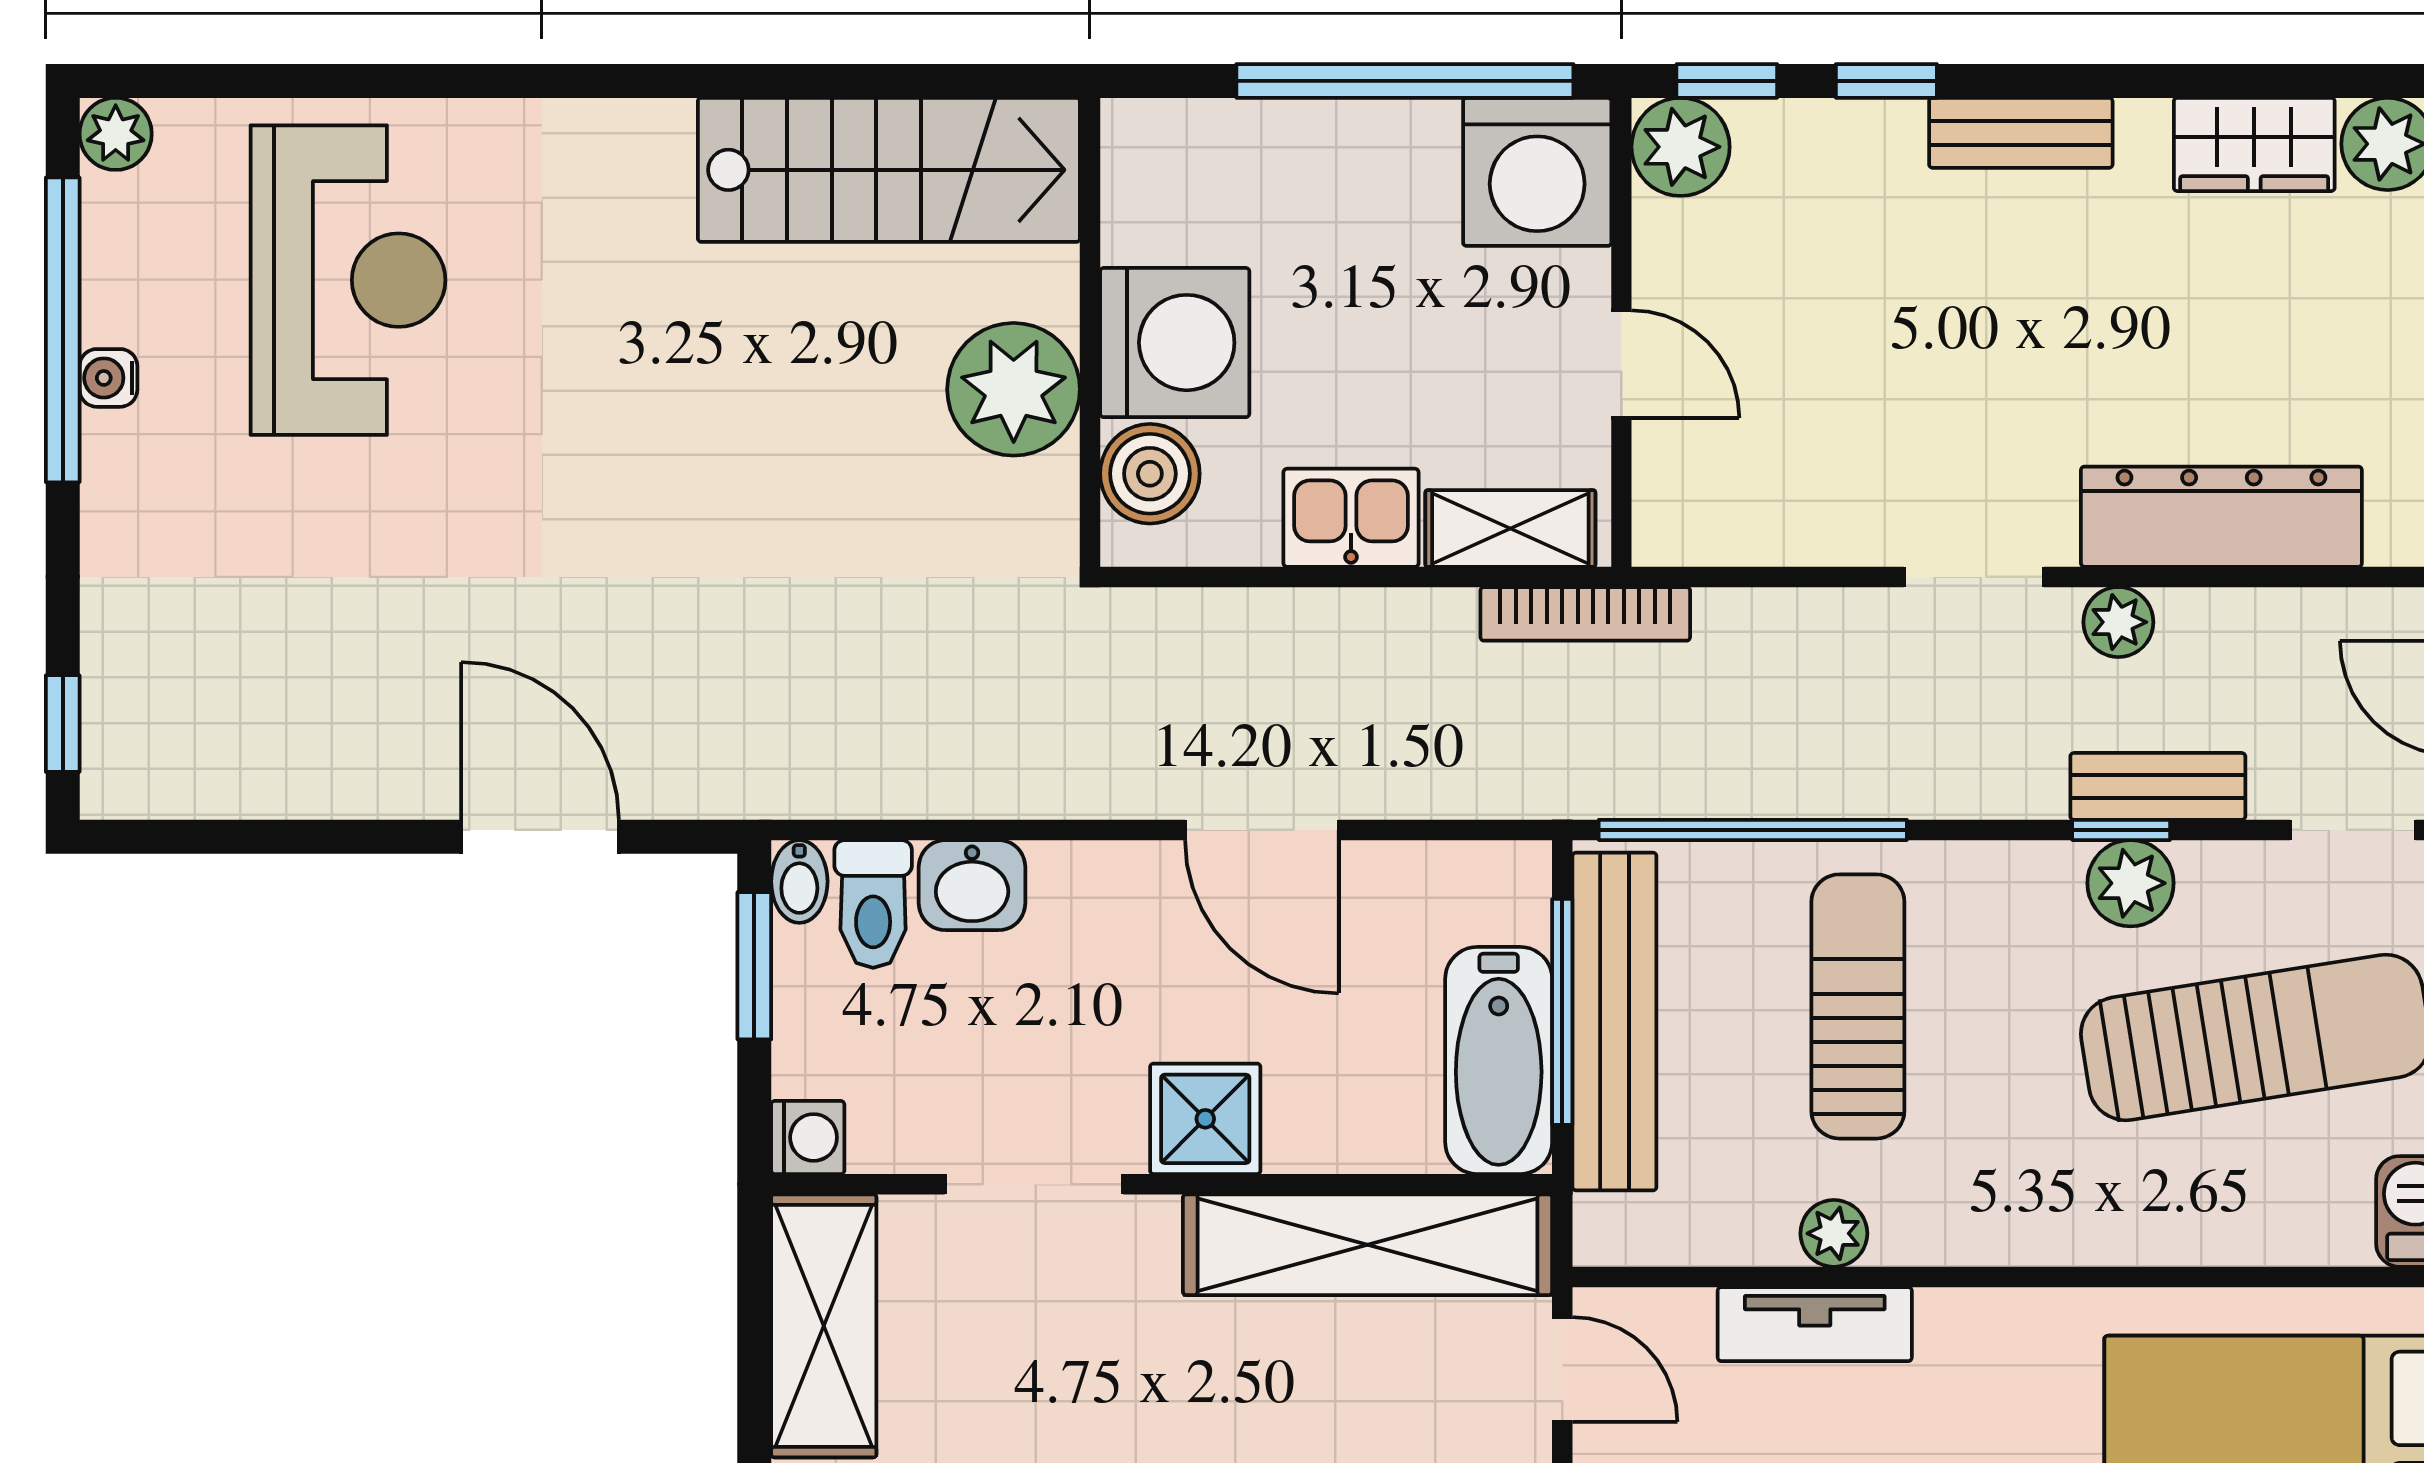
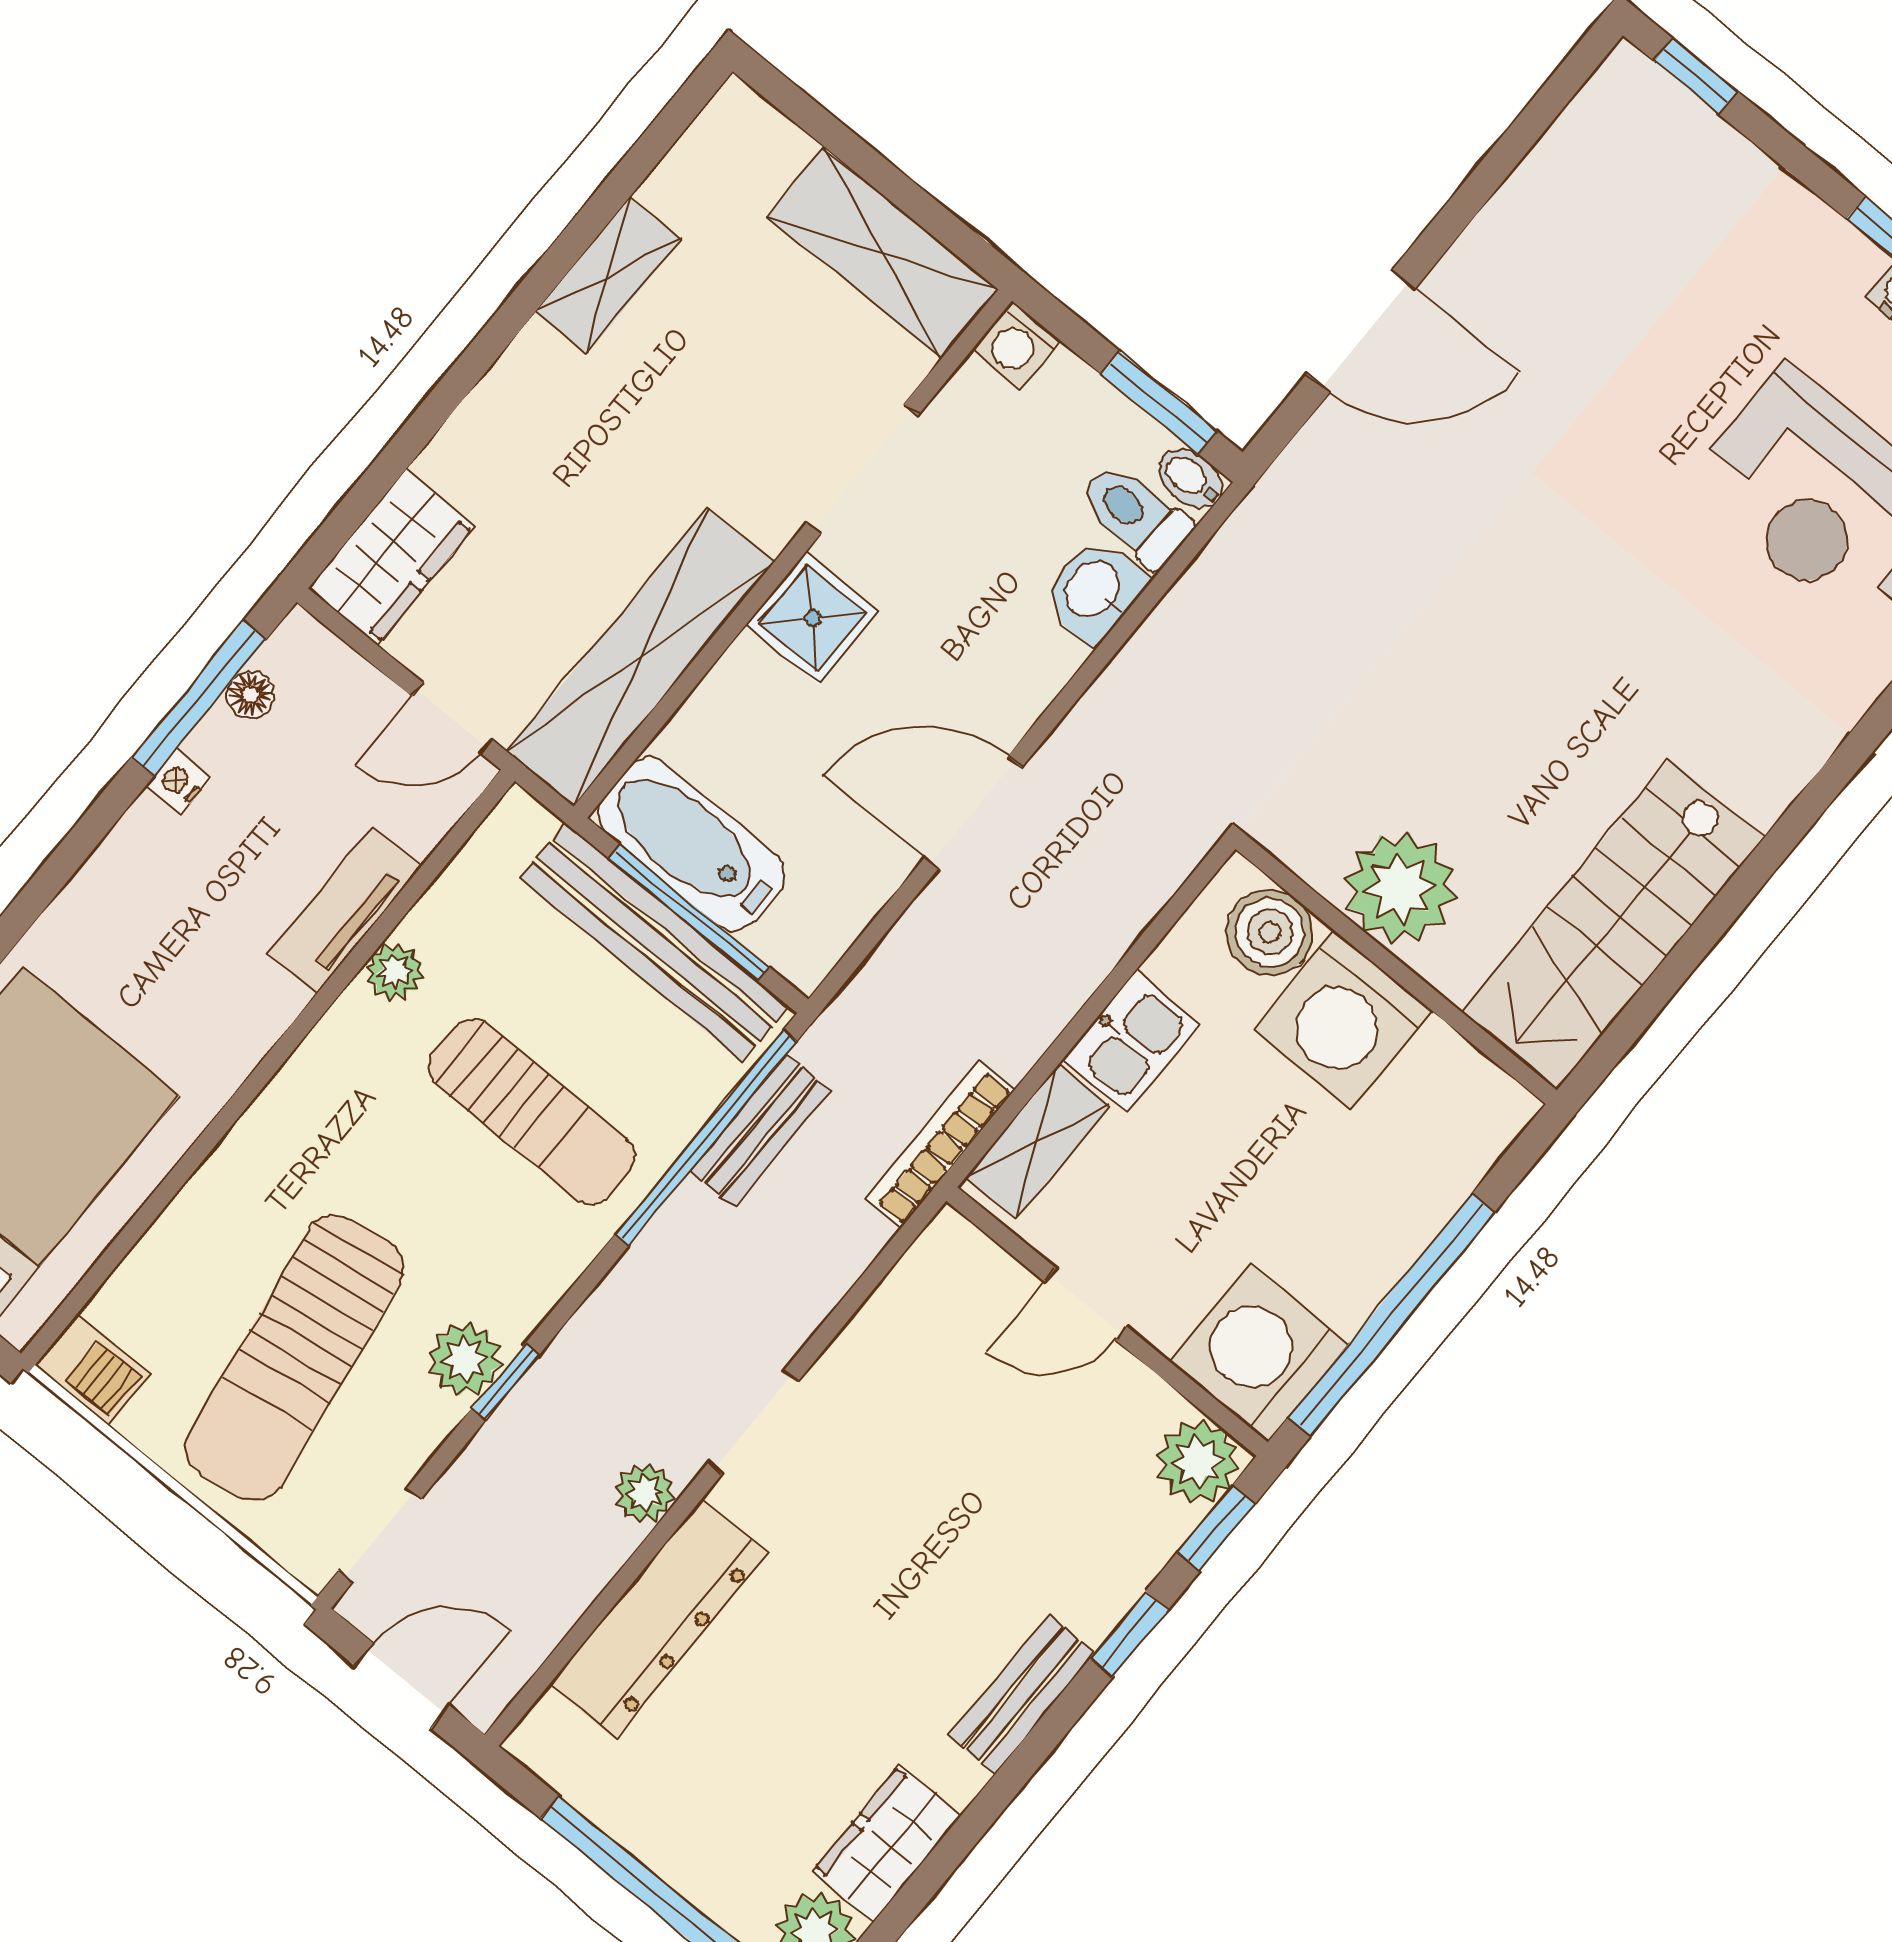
bench: (2158, 786) -> (760, 1131), moved

